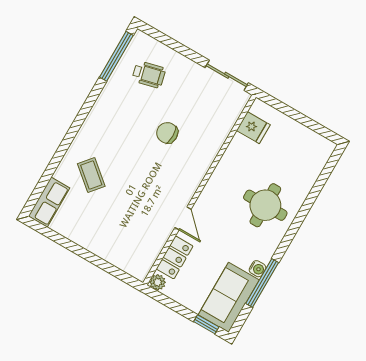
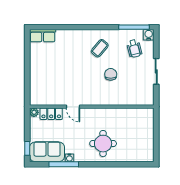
water cooler: (141, 41) -> (149, 35), added
sliding door: (227, 75) -> (156, 71), moved
fridge: (253, 128) -> (138, 115), removed
coffee table: (91, 175) -> (100, 48), moved
door: (183, 218) -> (73, 107), hinge flipped

